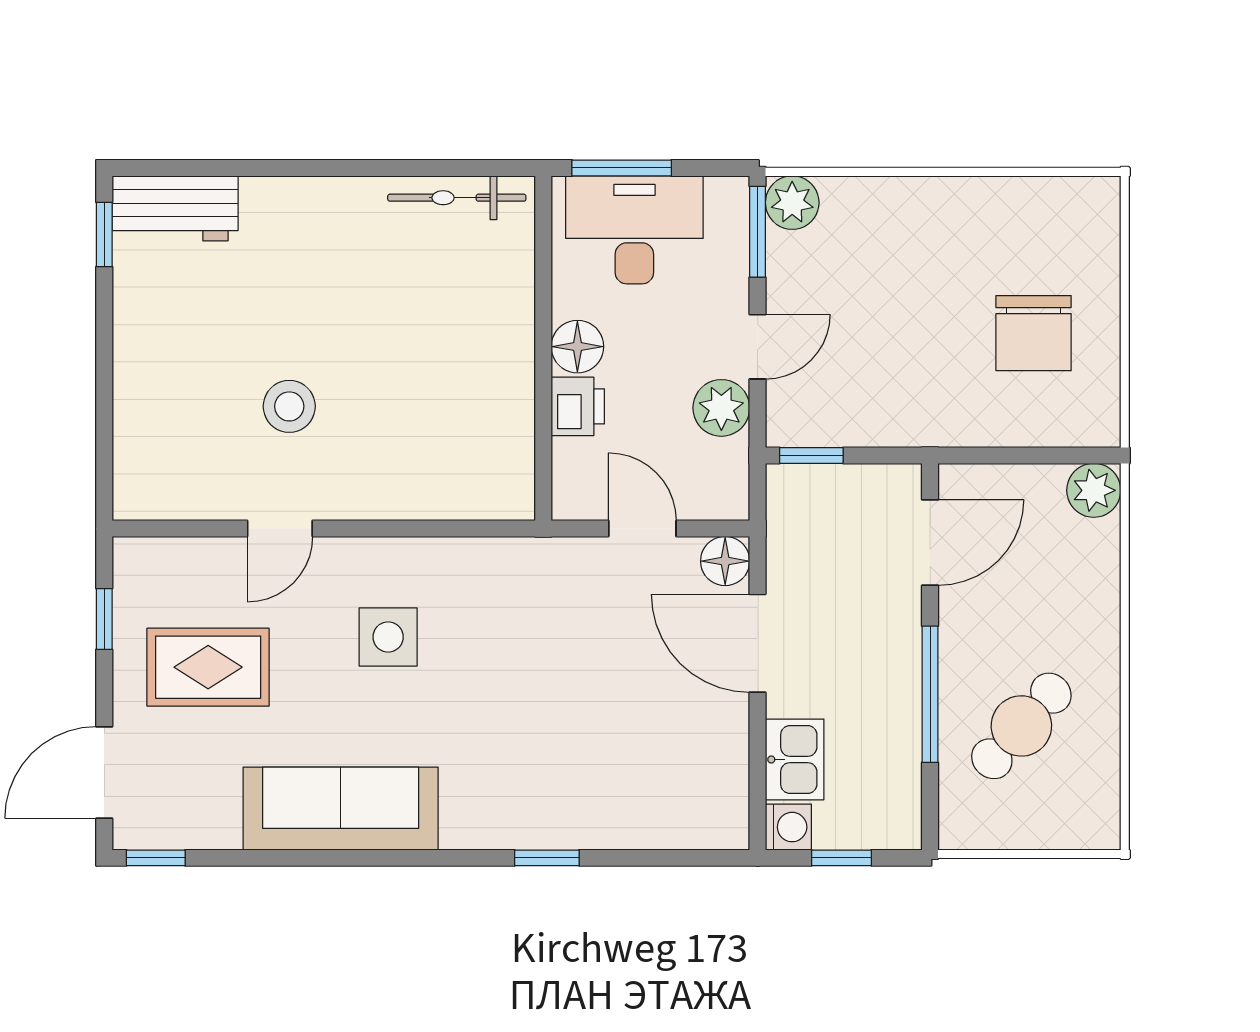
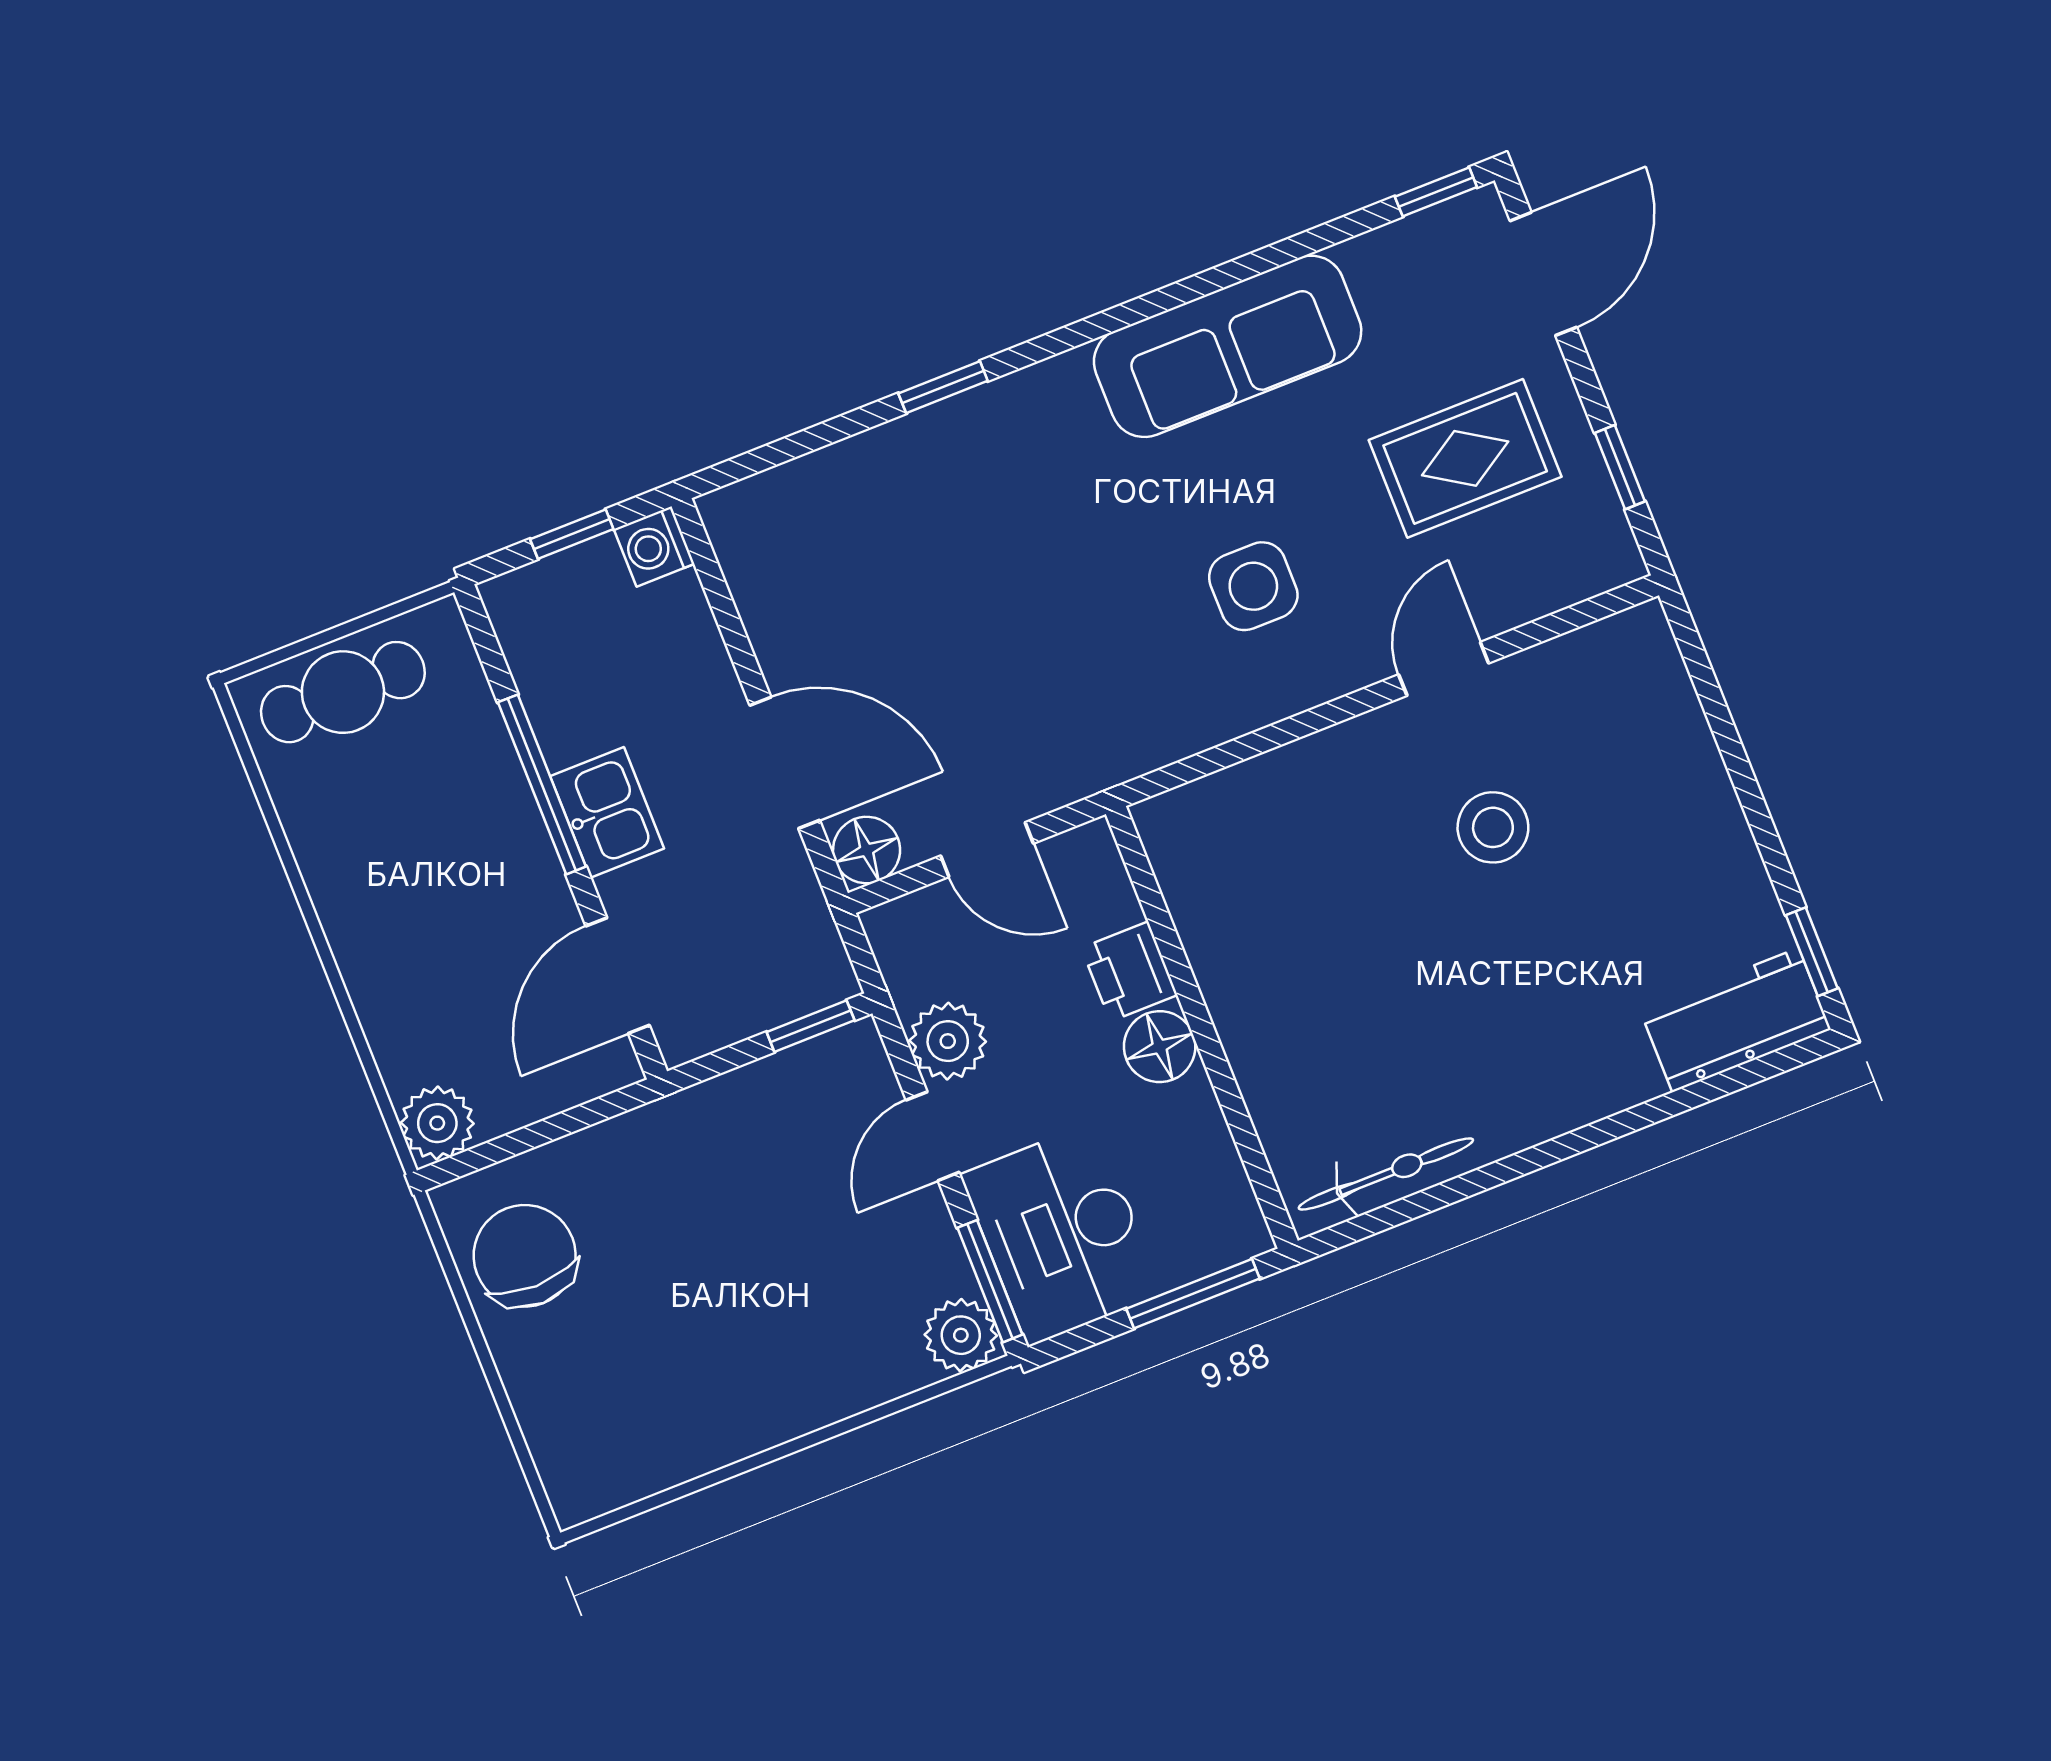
desk: (634, 230) -> (1061, 1234), moved, turned 90
chair: (1034, 333) -> (525, 1256), moved
cafe table: (1021, 726) -> (343, 692), moved, turned 48
kitchen sink: (795, 759) -> (607, 812), moved, turned 180

